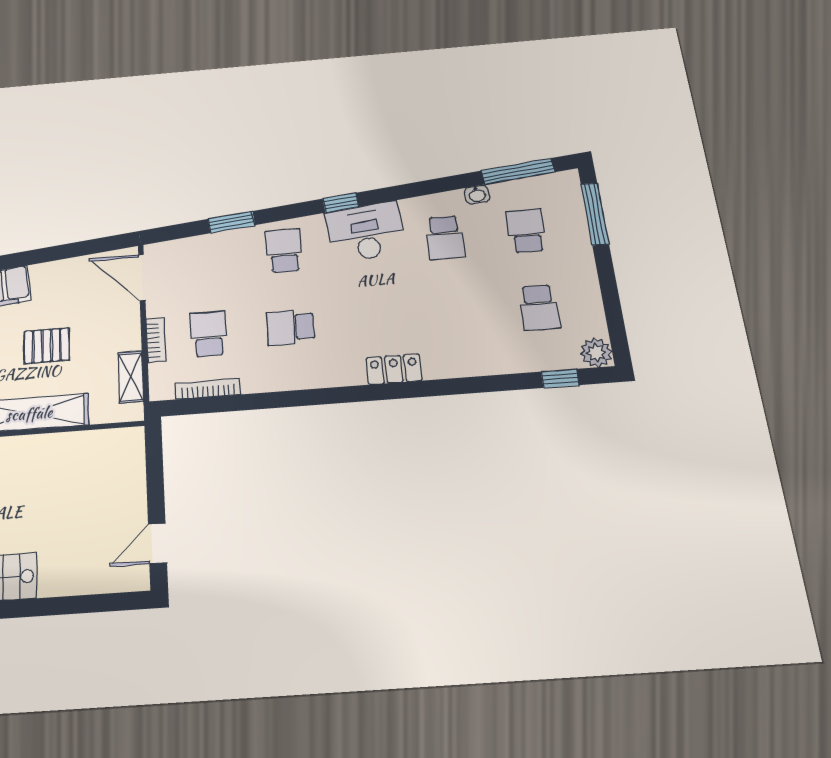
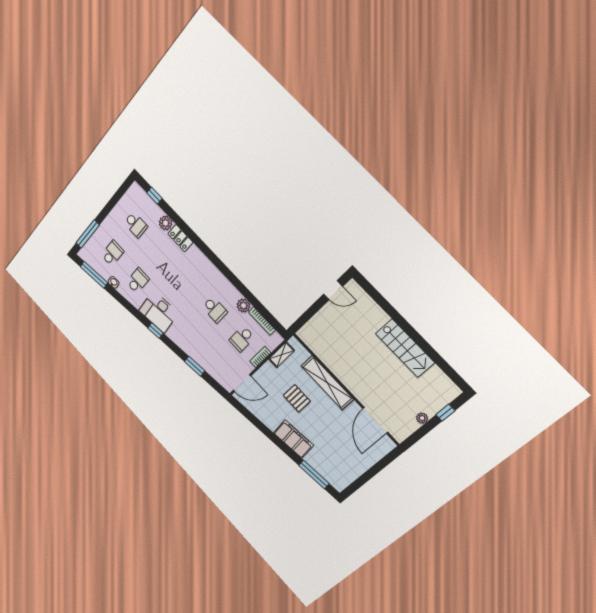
school desk: (526, 231) -> (112, 253), turned 180
school desk: (284, 251) -> (189, 337), removed
door: (142, 277) -> (242, 383), hinge flipped
school desk: (539, 308) -> (136, 225), turned 90
plant: (596, 353) -> (166, 223), moved
locker: (394, 369) -> (180, 238), moved
plant: (257, 379) -> (243, 306), added

